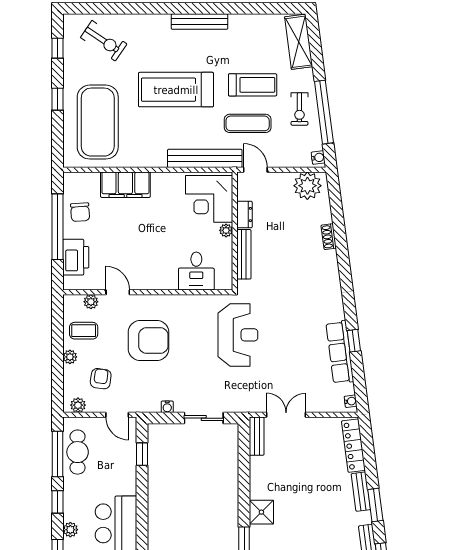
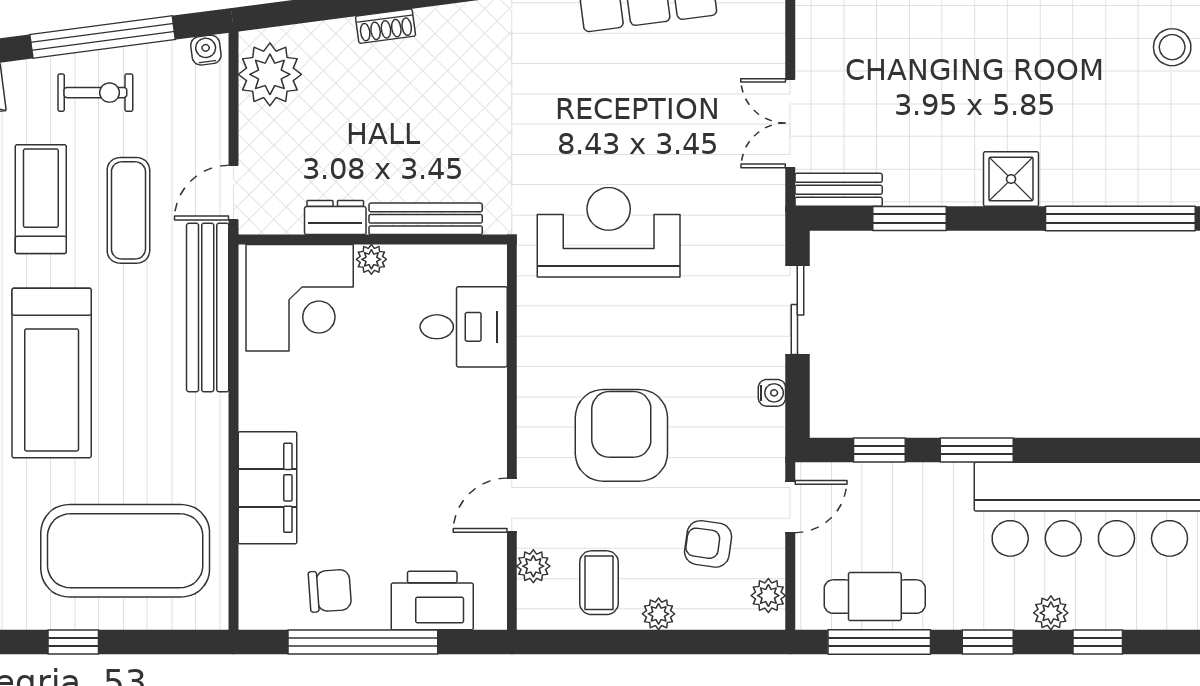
window: (244, 467) -> (909, 219), added
window: (142, 497) -> (977, 450), added

